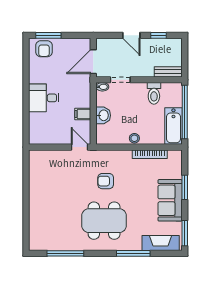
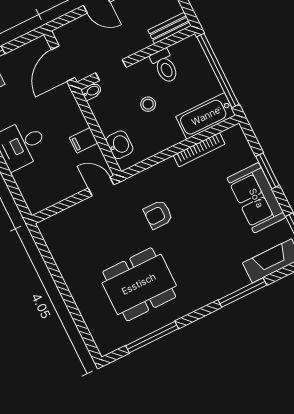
washbasin: (103, 115) -> (120, 145), moved
bathtub: (173, 126) -> (206, 116), moved, turned 90
stool: (134, 138) -> (148, 104), moved
dining table: (104, 221) -> (139, 284), moved

